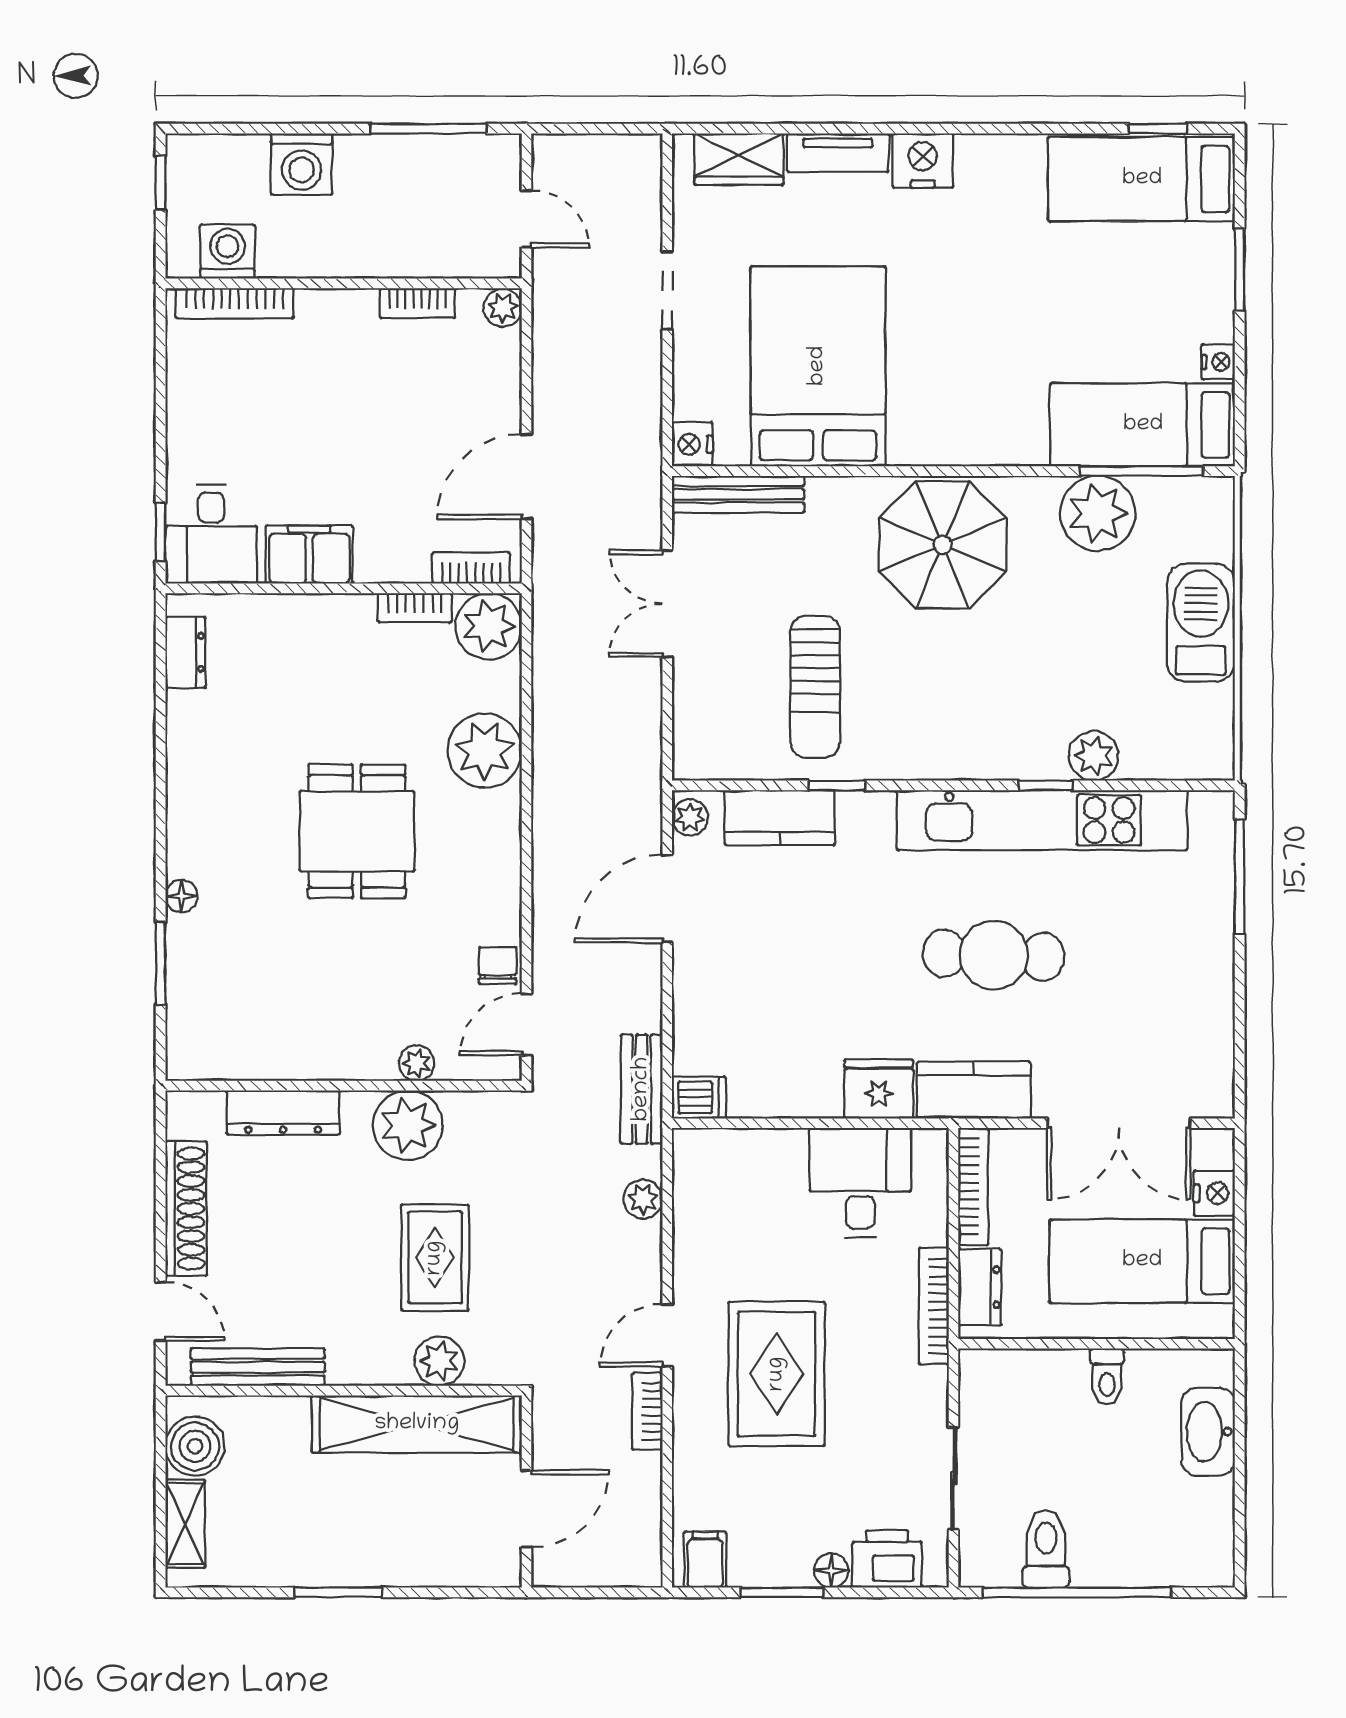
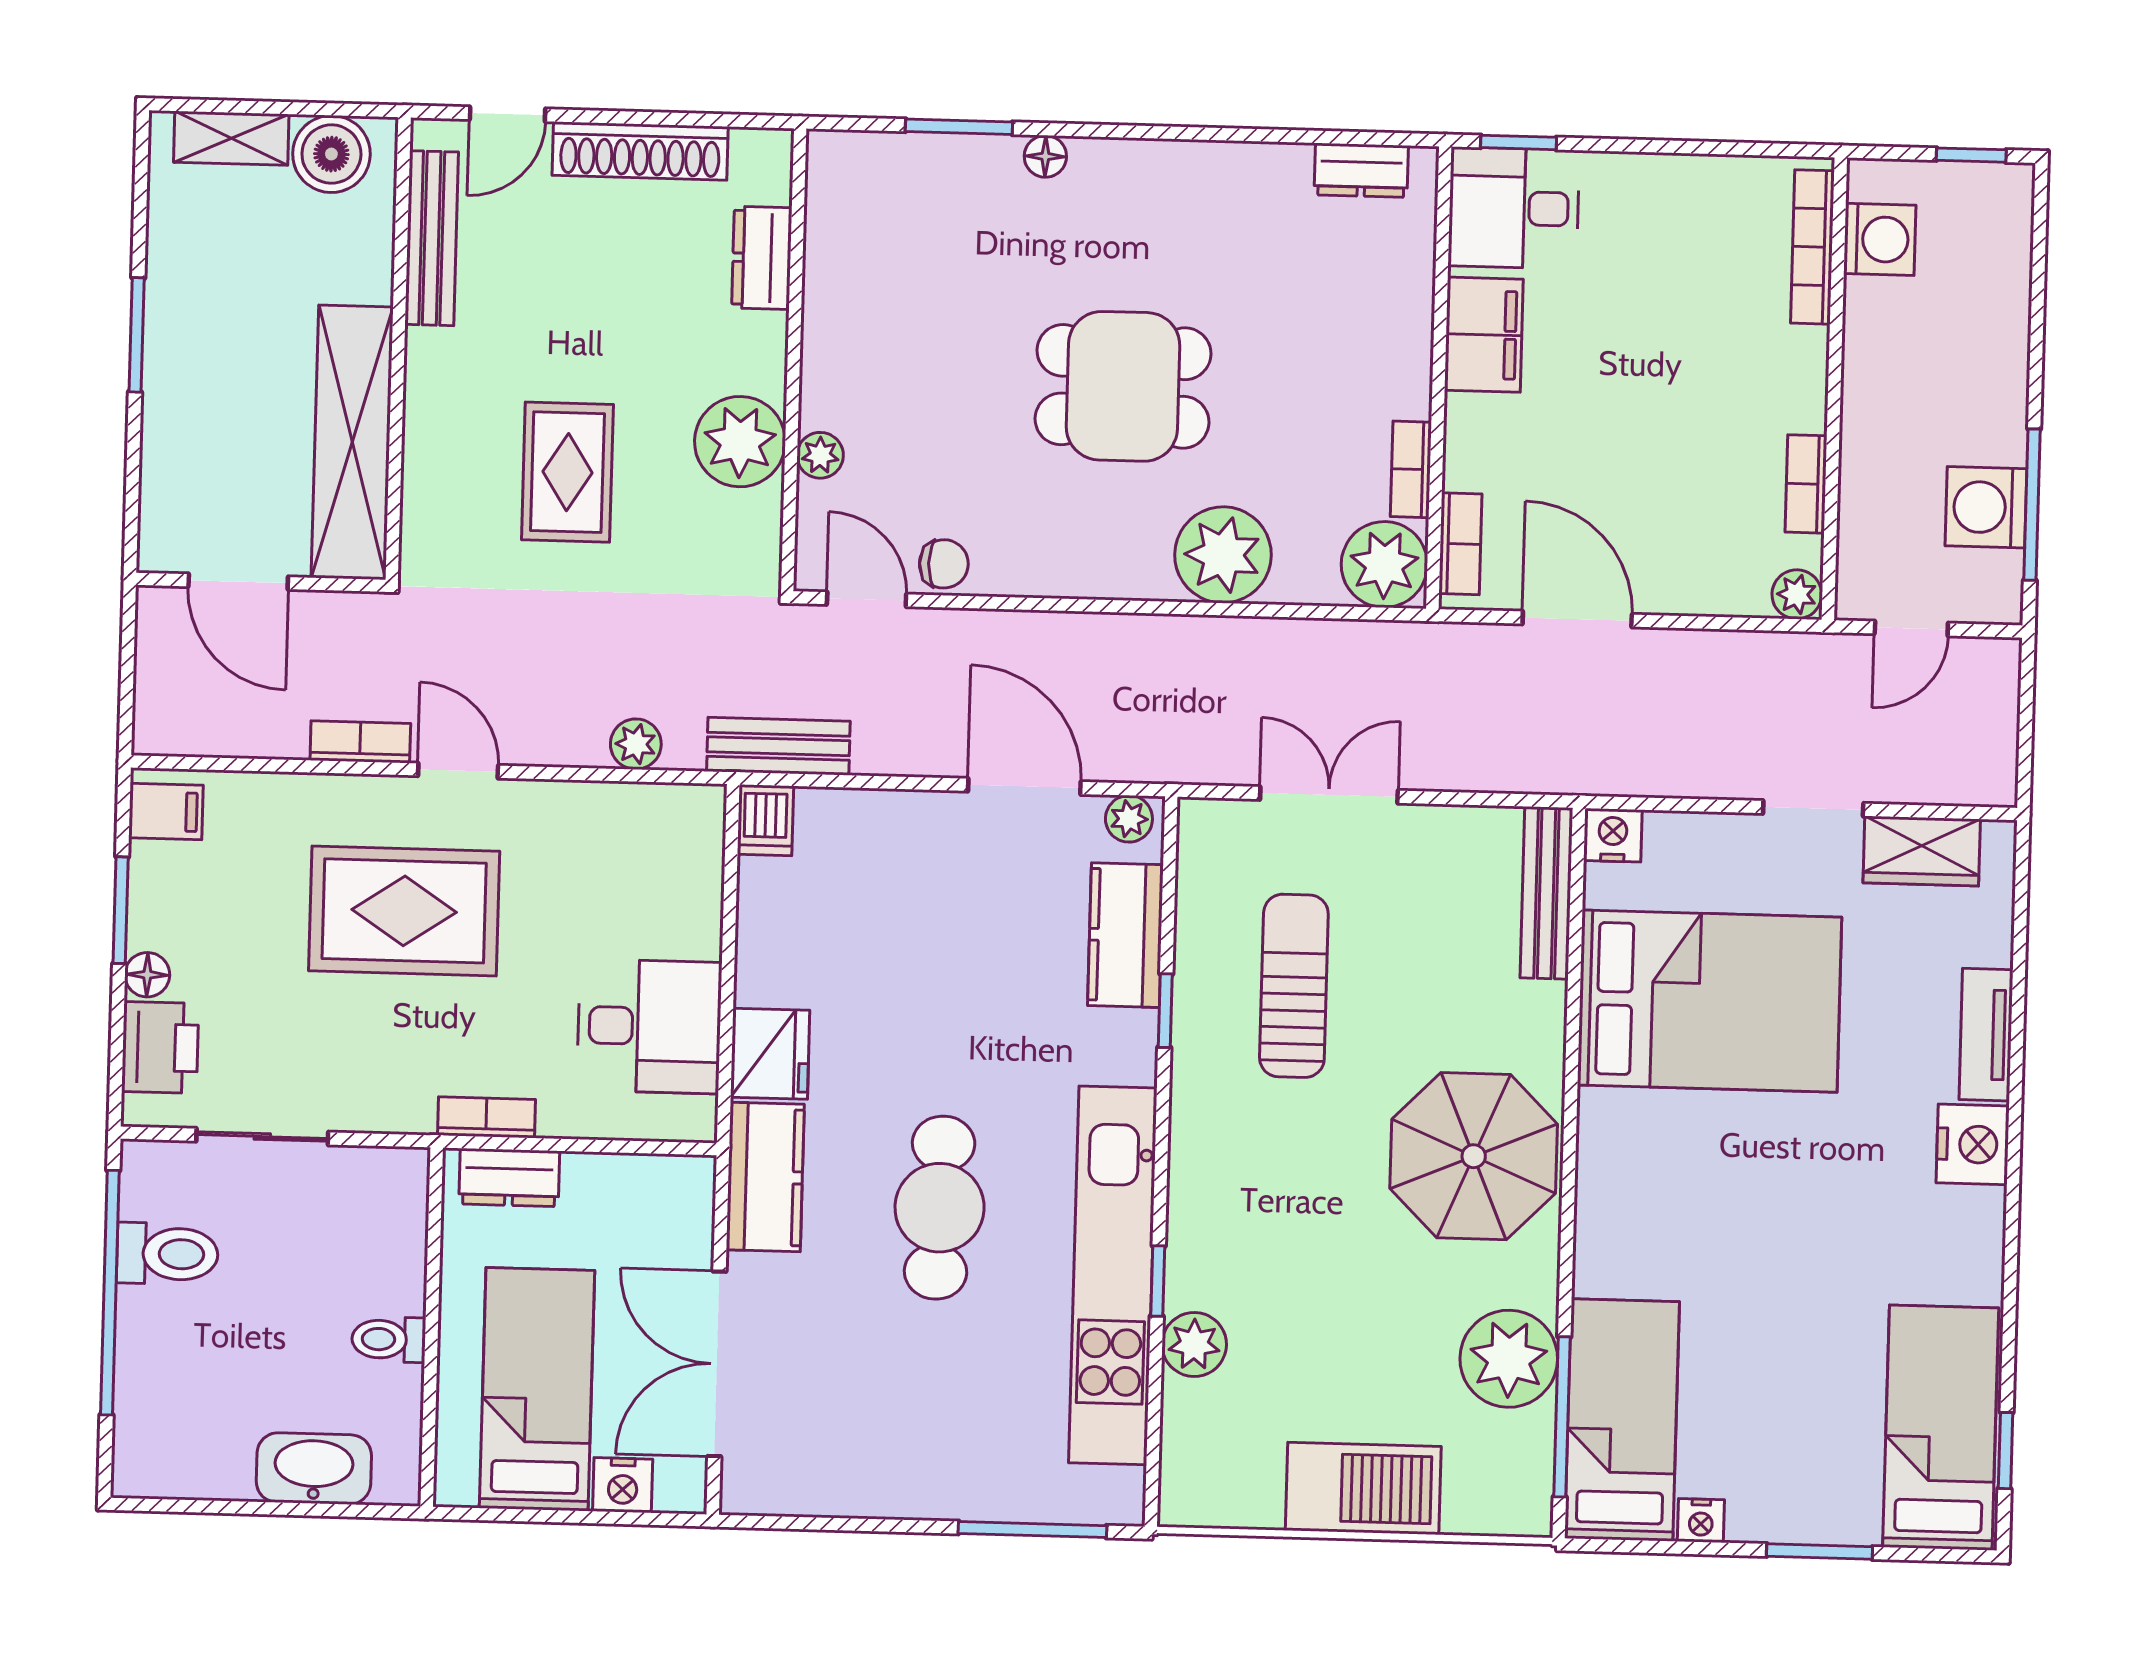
wardrobe: (739, 159) -> (1922, 851), moved, turned -90
washing machine: (302, 164) -> (1986, 507), moved
double door: (667, 604) -> (1329, 795), moved
sun lounger: (815, 687) -> (1294, 986), turned 90
dresser: (283, 1112) -> (762, 258), width x0.70
bookcase: (973, 1187) -> (640, 1173), removed
rug: (435, 1258) -> (567, 472), turned 90
bookcase: (934, 1306) -> (486, 1117), width x0.64
plant: (439, 1361) -> (433, 474), removed

